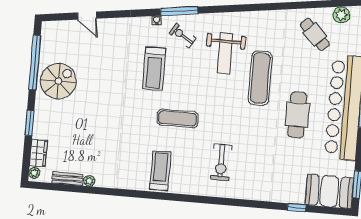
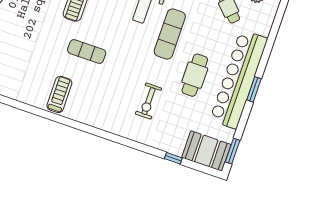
exercise bike: (221, 162) -> (148, 101), moved

